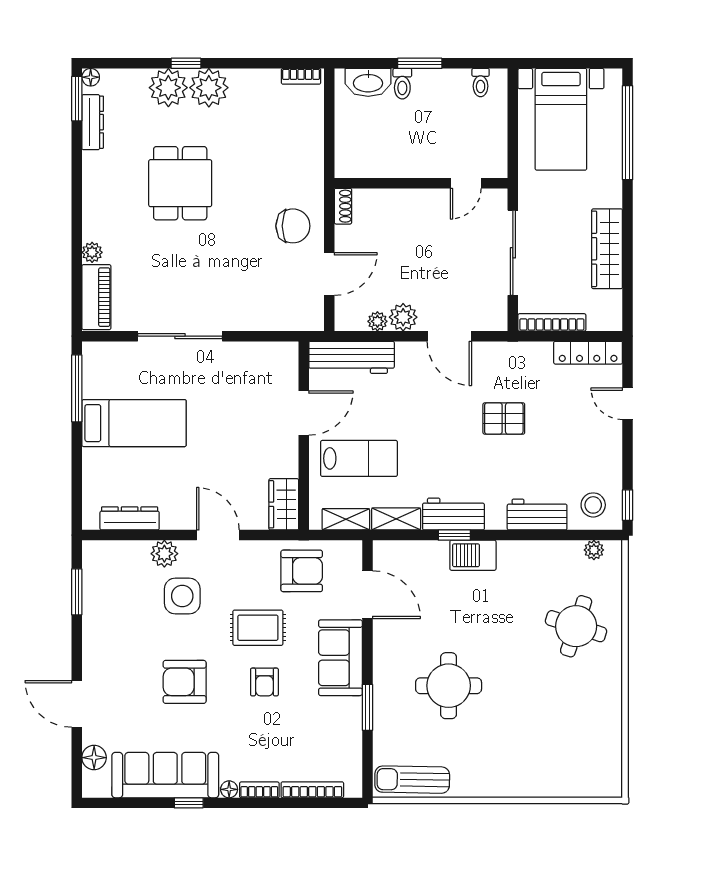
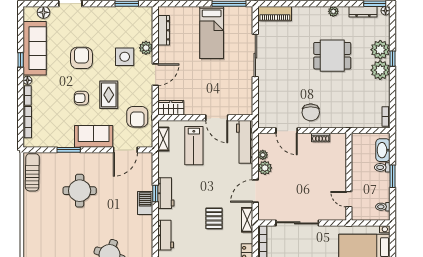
wall: (421, 183) -> (349, 177), moved
door: (466, 183) -> (349, 199), moved
plant: (92, 252) -> (333, 11), moved
shelving: (396, 519) -> (247, 220), moved

